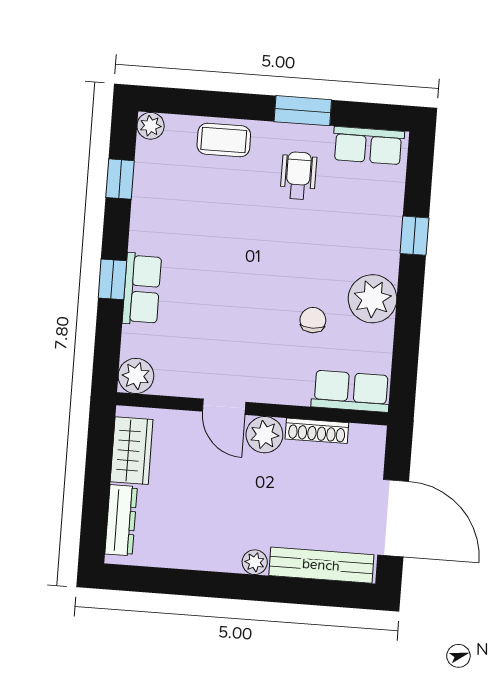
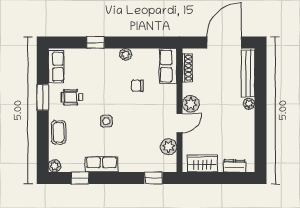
side table: (240, 246) -> (106, 121), added
window: (112, 279) -> (154, 178), moved
row of seats: (142, 289) -> (101, 164), moved
plant: (373, 299) -> (126, 54), width x0.53, depth x0.53
plant: (136, 376) -> (169, 147), moved
shoe rack: (317, 431) -> (187, 68), moved
dresser: (121, 520) -> (234, 166), width x0.70

